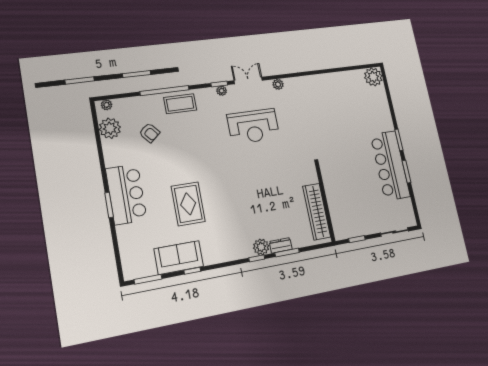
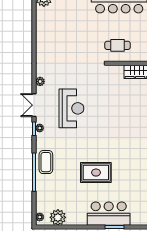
armchair: (149, 133) -> (65, 189), removed
cafe table: (340, 172) -> (117, 45), added
rug: (188, 204) -> (96, 173), moved

